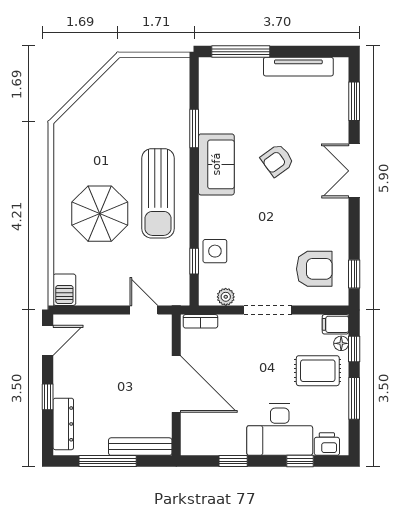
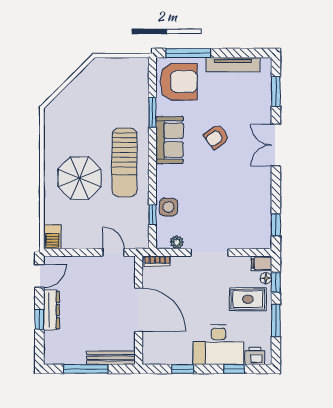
armchair: (314, 269) -> (179, 82), moved, width x1.36, depth x1.36
dresser: (63, 424) -> (51, 310), moved

